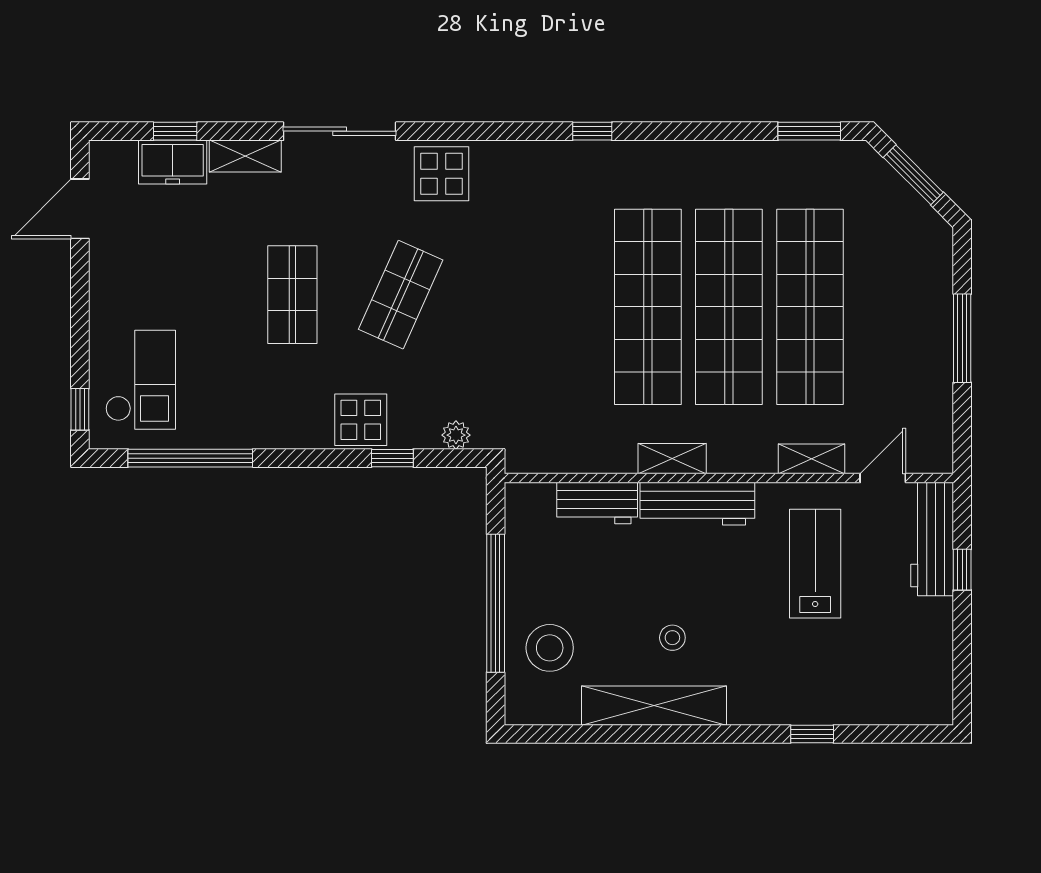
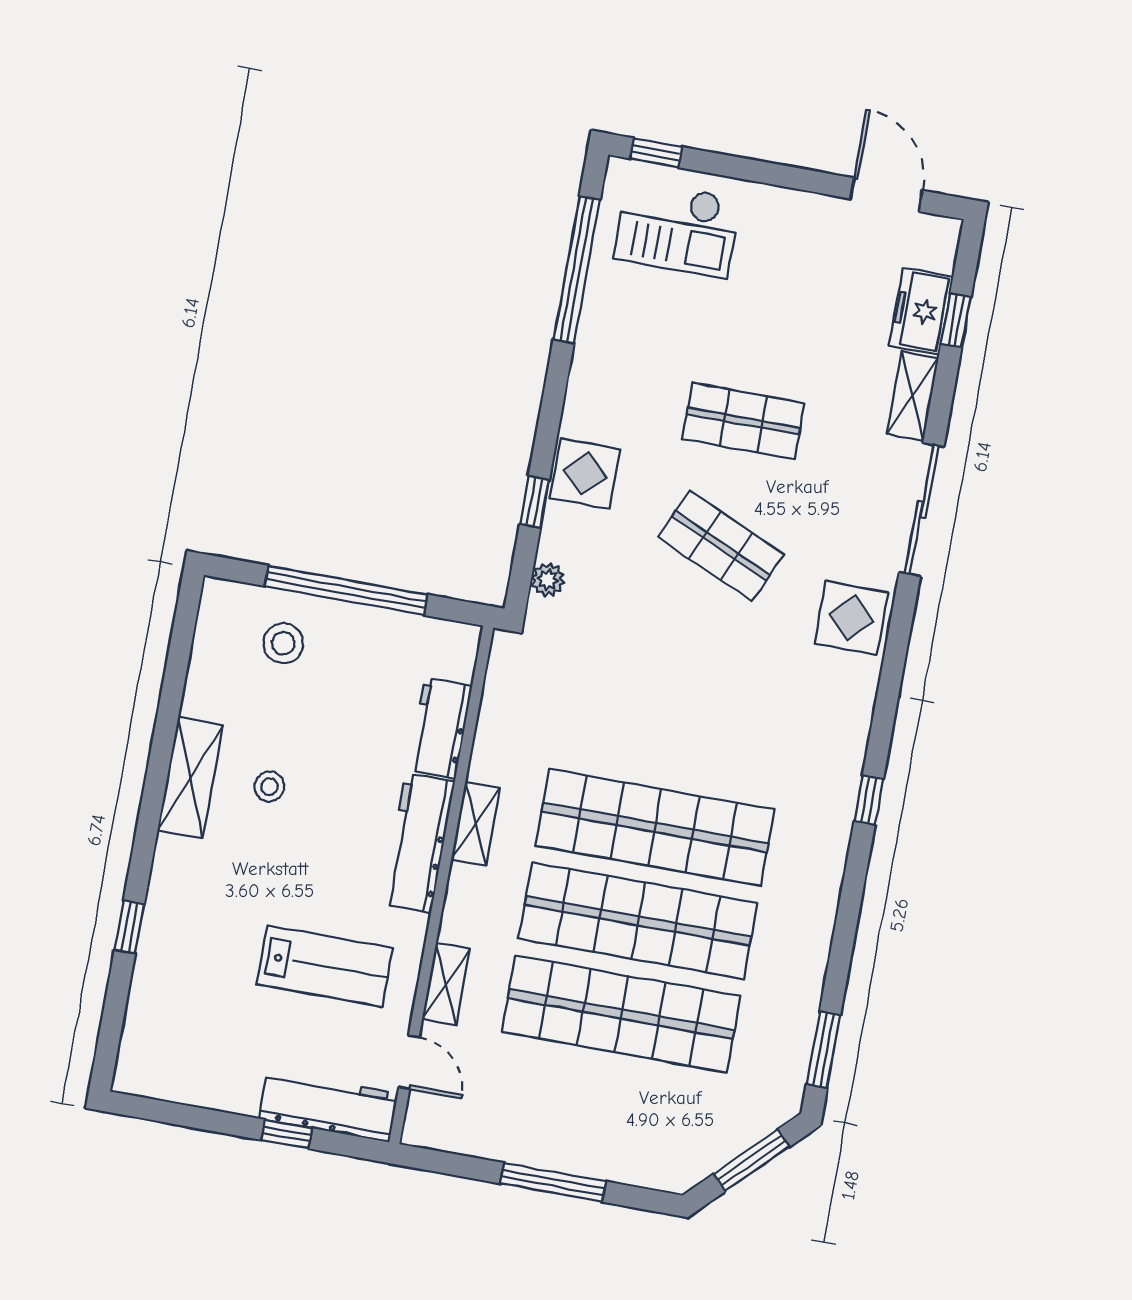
stool: (550, 648) -> (283, 643), width x0.73, depth x0.73
shelving: (654, 706) -> (190, 778), width x0.68

